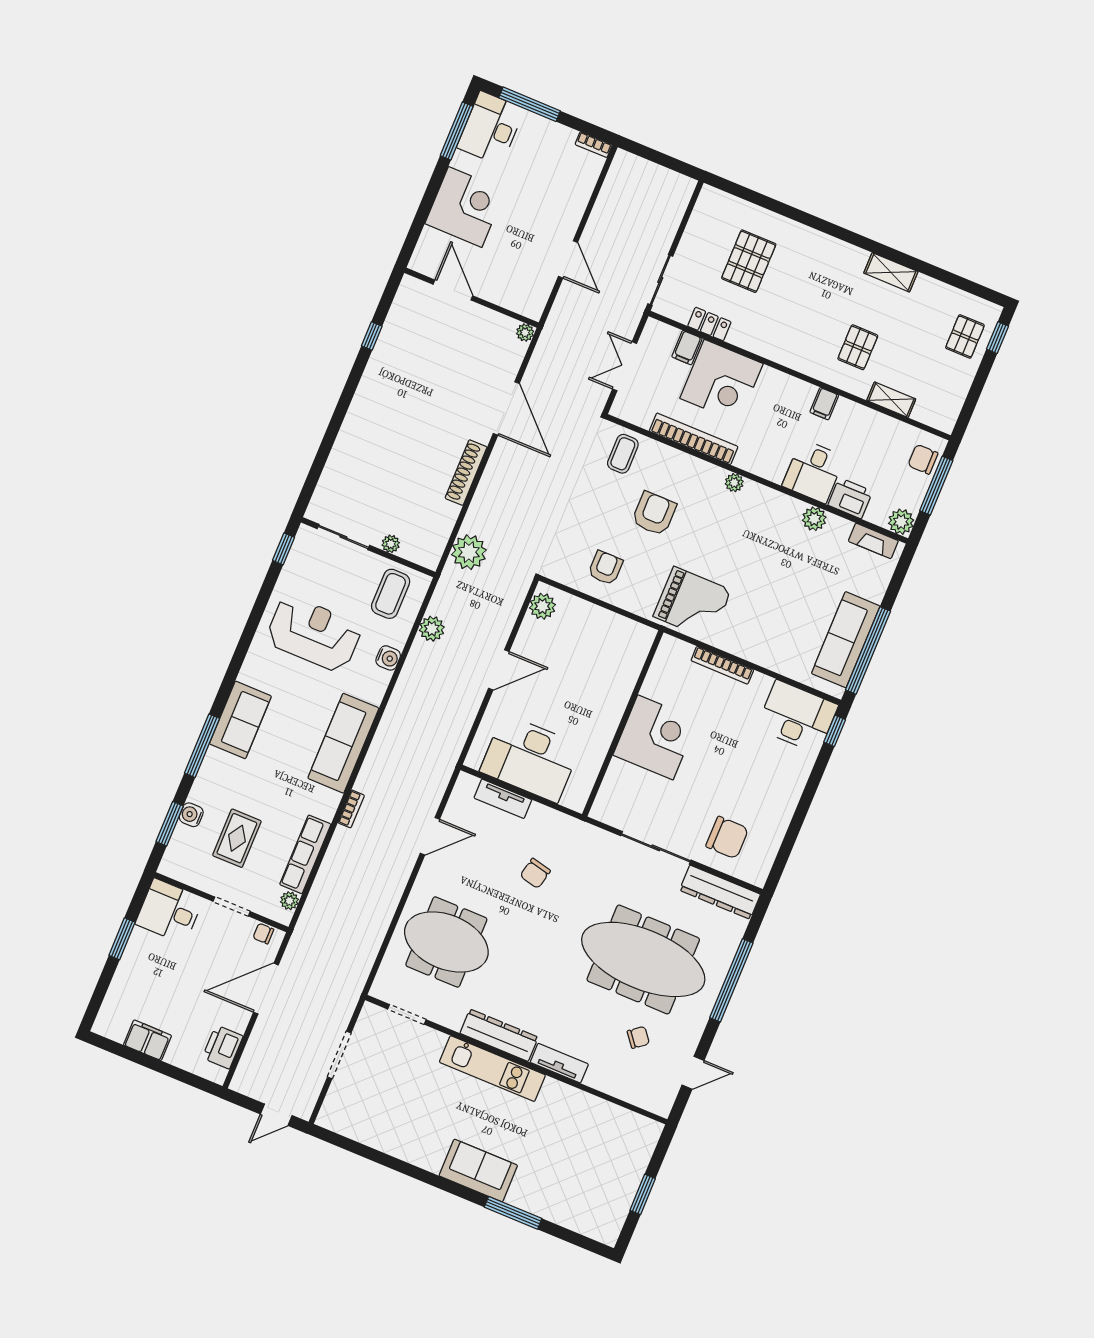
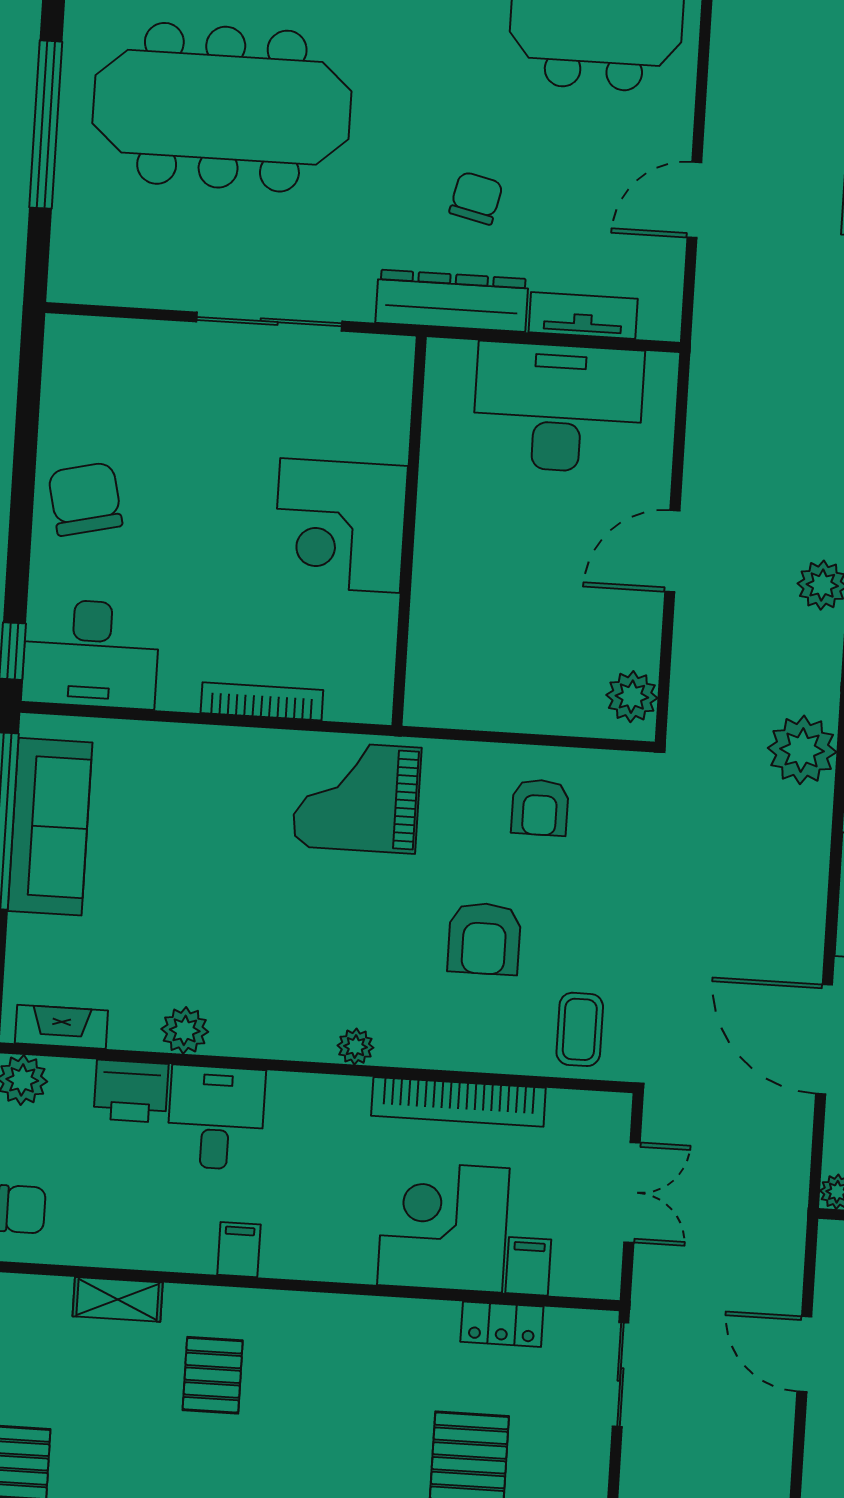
chair: (727, 838) -> (85, 499), moved, turned 77
dresser: (720, 892) -> (452, 301), moved

